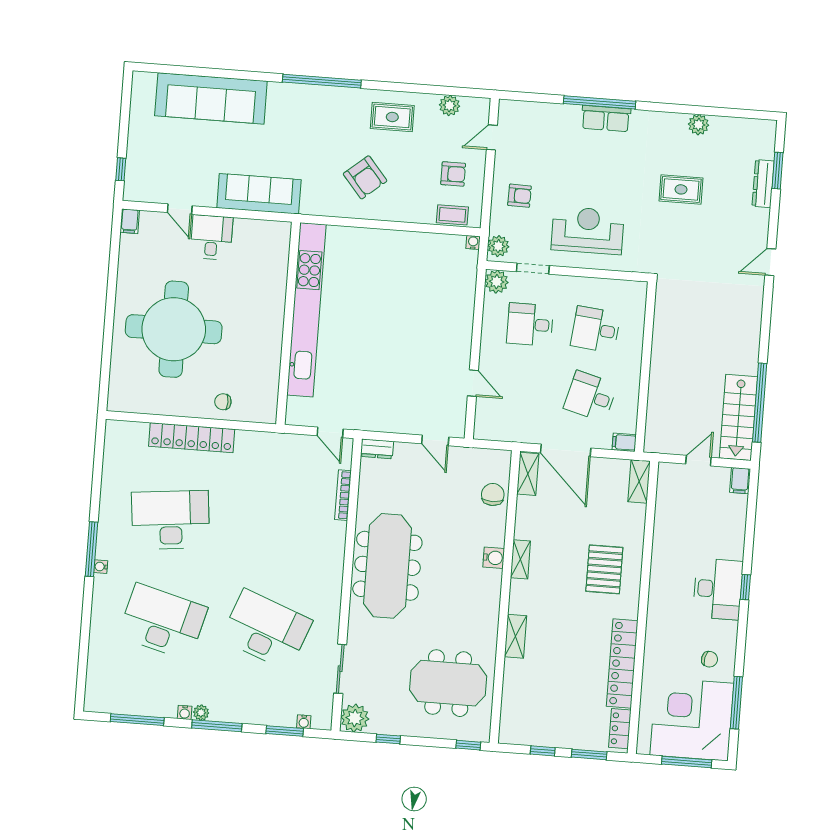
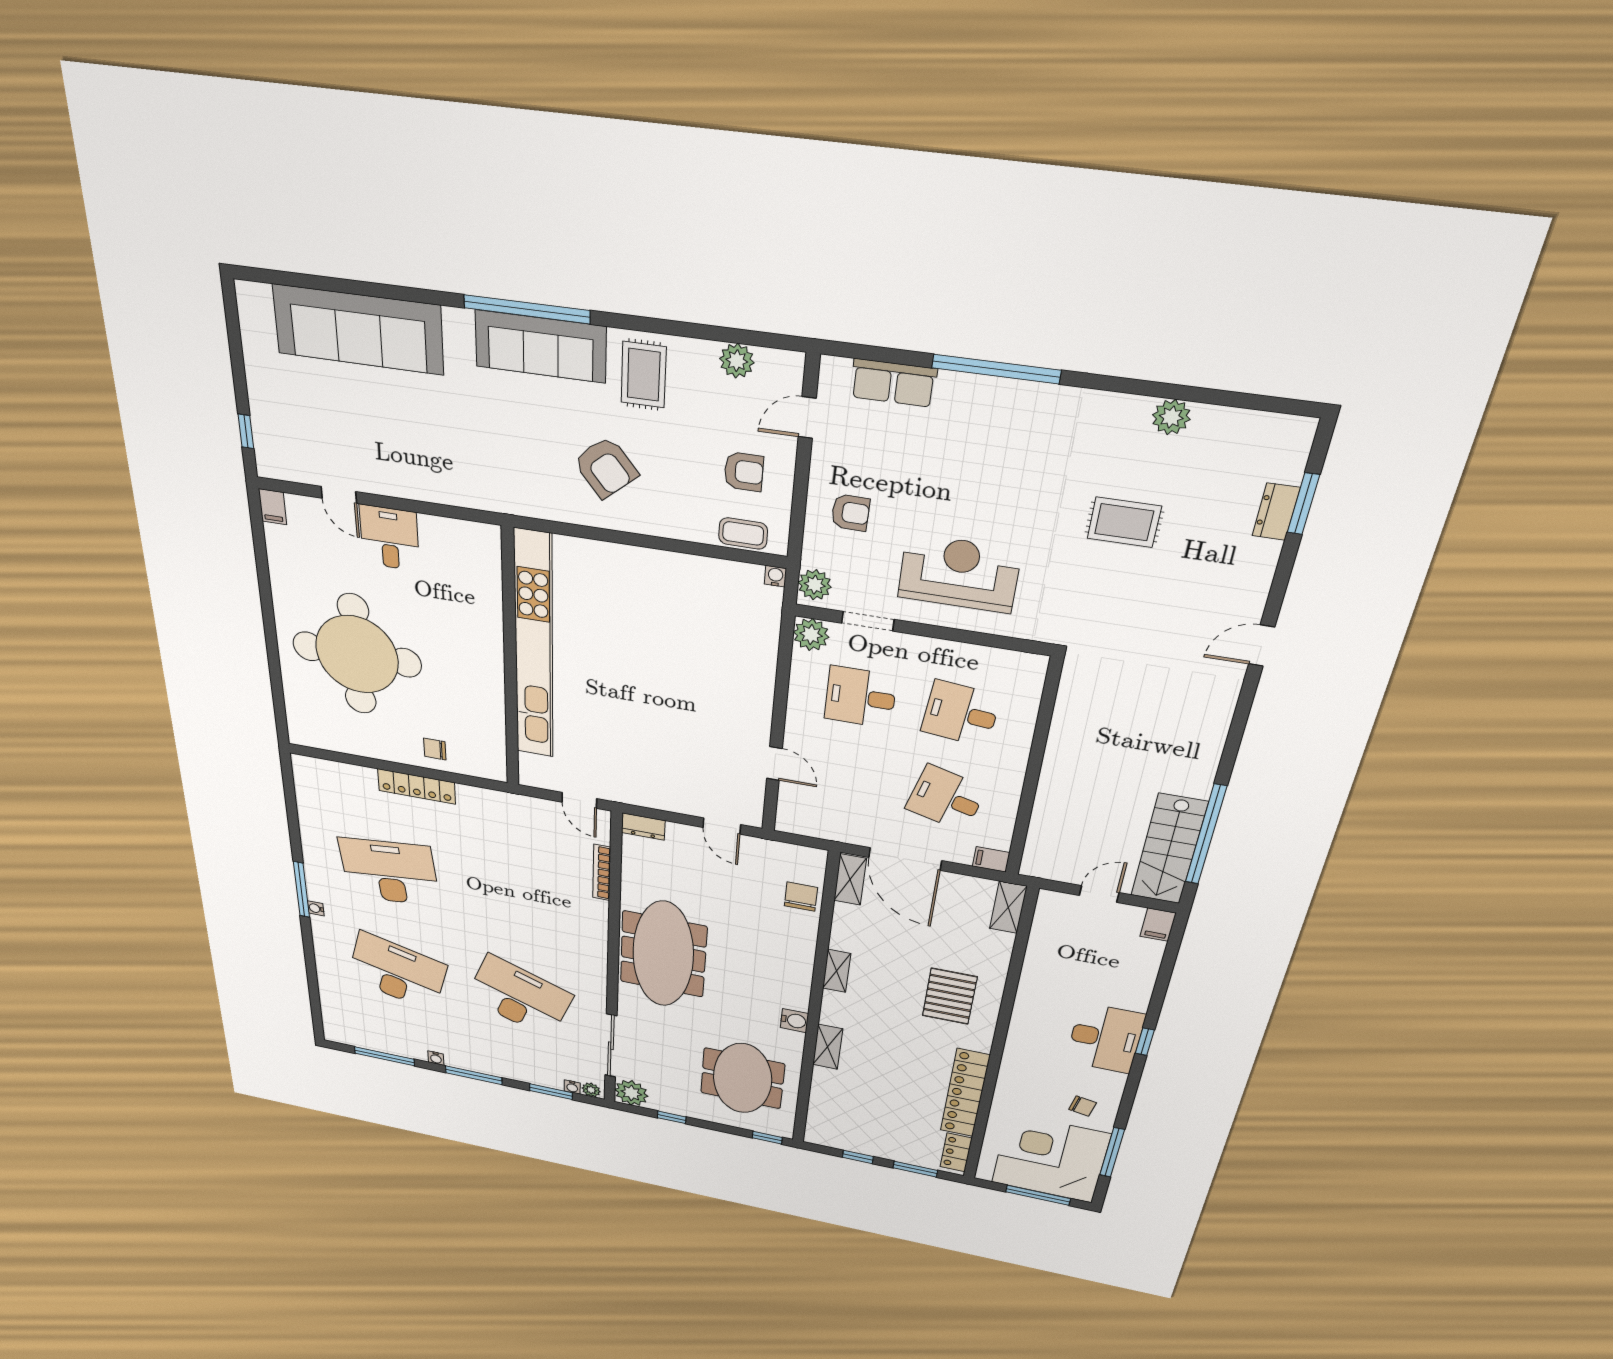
rug: (392, 117) -> (644, 375), turned 90
row of seats: (606, 119) -> (893, 383), moved
dresser: (763, 184) -> (1276, 512), width x0.70
sofa: (259, 194) -> (540, 346), moved, turned 180
locker: (192, 438) -> (417, 786), width x0.71, depth x0.83
water cooler: (494, 558) -> (794, 1021), moved
sliding door: (340, 669) -> (611, 1046), width x1.37
meeting table: (448, 683) -> (742, 1078), turned 90
plant: (201, 713) -> (591, 1090), moved

